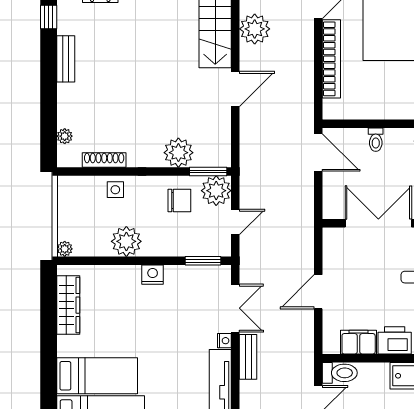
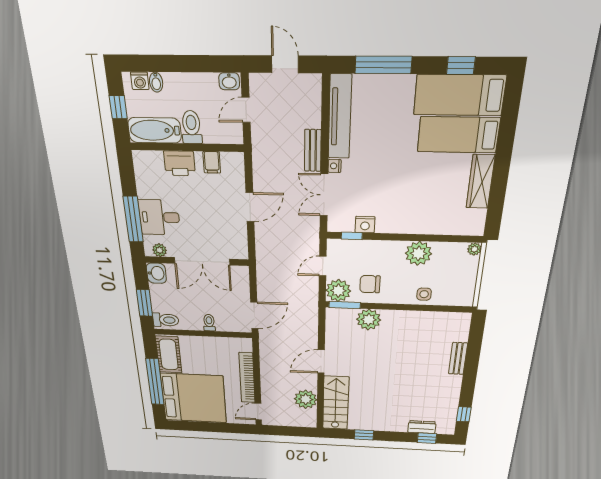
bench: (66, 59) -> (458, 359), moved
plant: (65, 136) -> (462, 335), removed
door: (318, 152) -> (254, 315), swing flipped
shoe rack: (104, 160) -> (431, 317), removed
window: (203, 261) -> (352, 236), width x0.67
nightstand: (153, 275) -> (365, 225), moved
wardrobe: (68, 305) -> (480, 182), moved
filing cabinet: (359, 342) -> (212, 162), width x0.50
toilet: (340, 373) -> (191, 127), moved, turned 90

